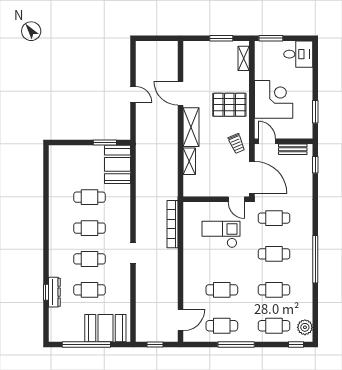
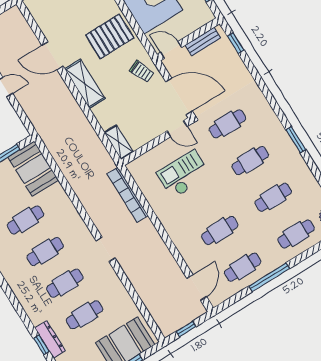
shelving: (189, 161) -> (119, 142), moved
window: (315, 259) -> (296, 140), width x0.47

